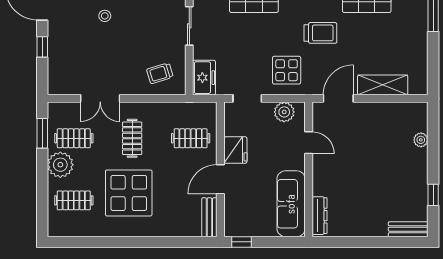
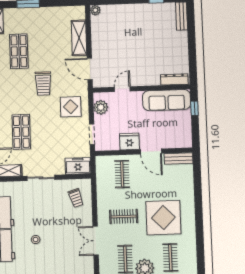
trolley: (320, 33) -> (43, 83), turned 180
double door: (100, 98) -> (96, 241), swing flipped
plant: (421, 140) -> (95, 10), moved
window: (242, 242) -> (194, 108), moved

